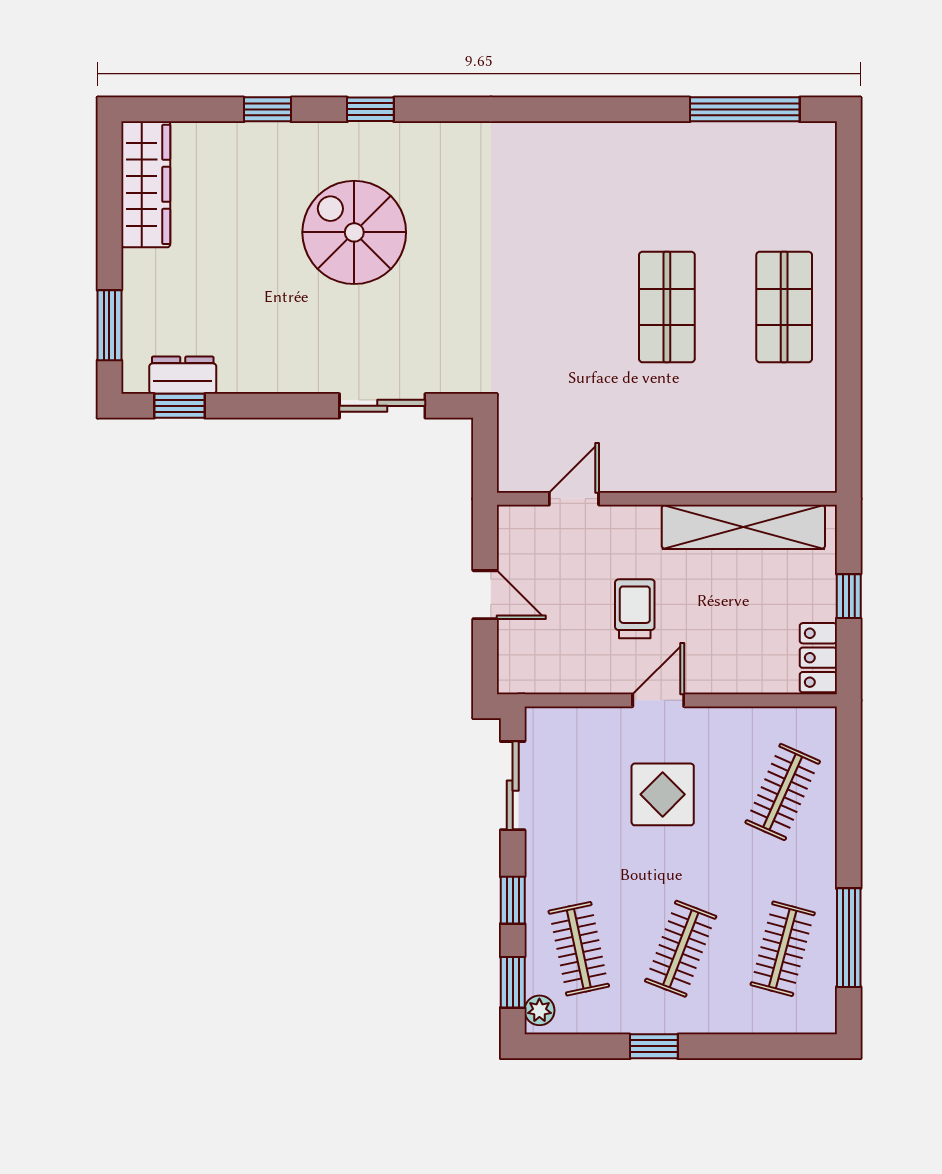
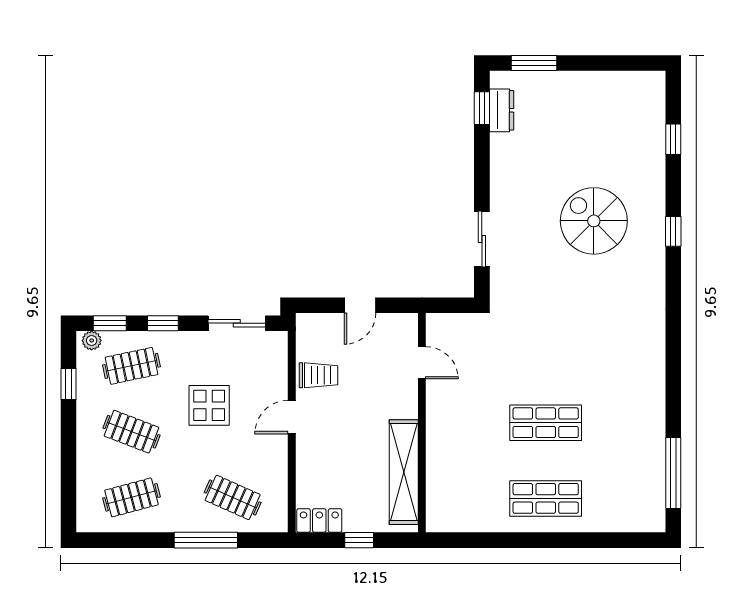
window: (268, 109) -> (673, 139), moved
wardrobe: (146, 184) -> (625, 86), removed
spiral stairs: (354, 232) -> (594, 221), turned -90
trolley: (635, 609) -> (318, 375), moved
door: (658, 700) -> (292, 417), swing flipped
display table: (663, 794) -> (209, 405), moved
window: (849, 938) -> (206, 540), moved
clothes rail: (783, 949) -> (131, 497), turned -30
window: (654, 1046) -> (69, 384), moved

